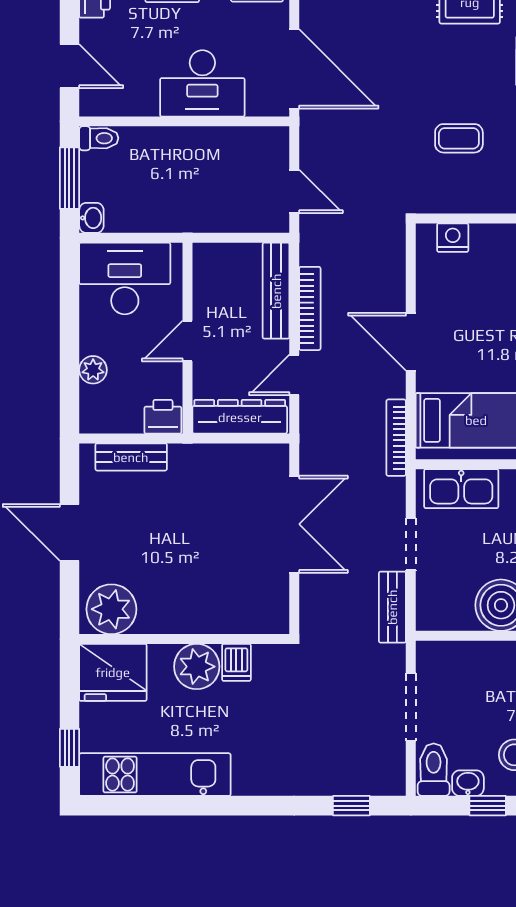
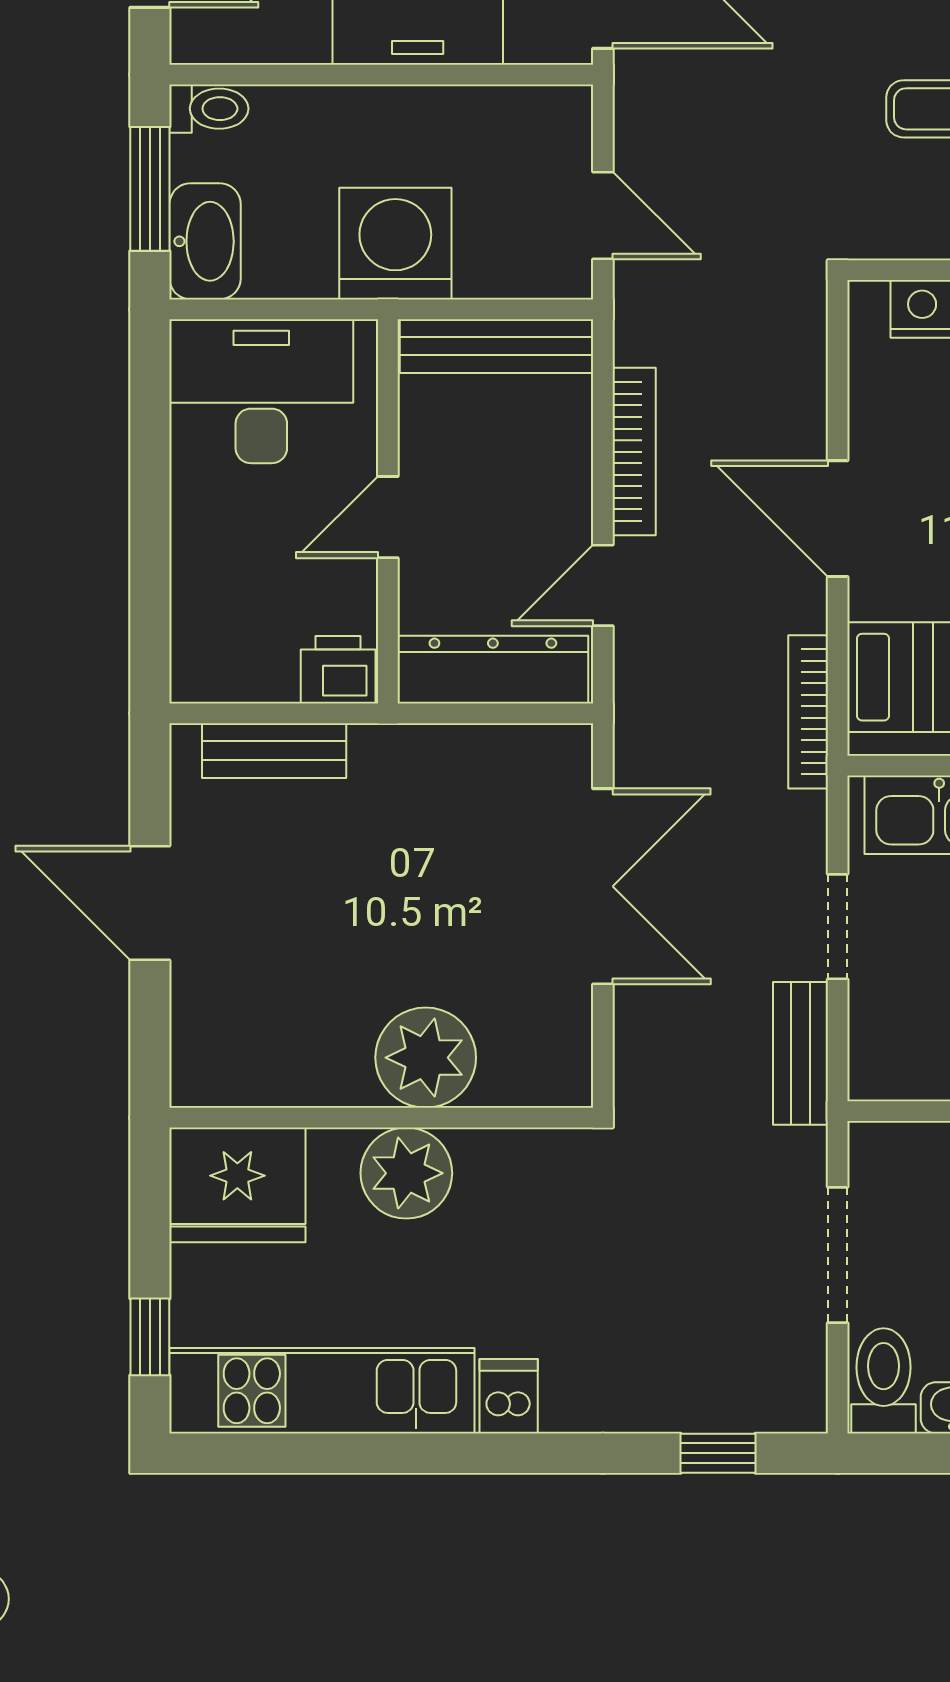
washing machine: (191, 205) -> (395, 244), added
washbasin: (91, 218) -> (205, 241), width x1.91, depth x1.45
bench: (276, 291) -> (496, 346), moved, turned 90
plant: (93, 370) -> (197, 575), removed
plant: (111, 609) -> (426, 1058), moved
dishwasher: (236, 662) -> (509, 1396), moved, turned 180

